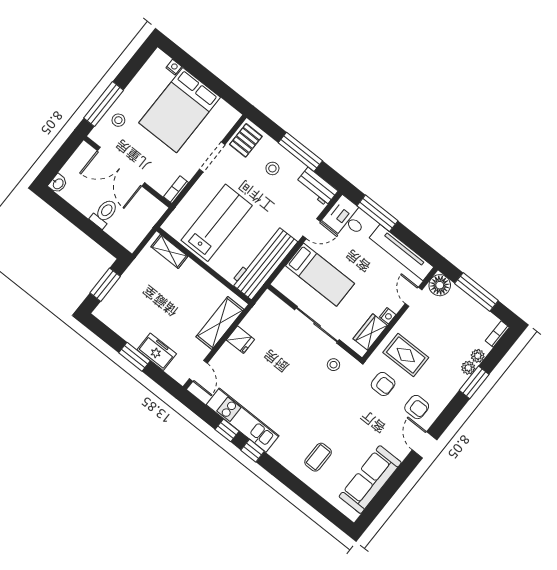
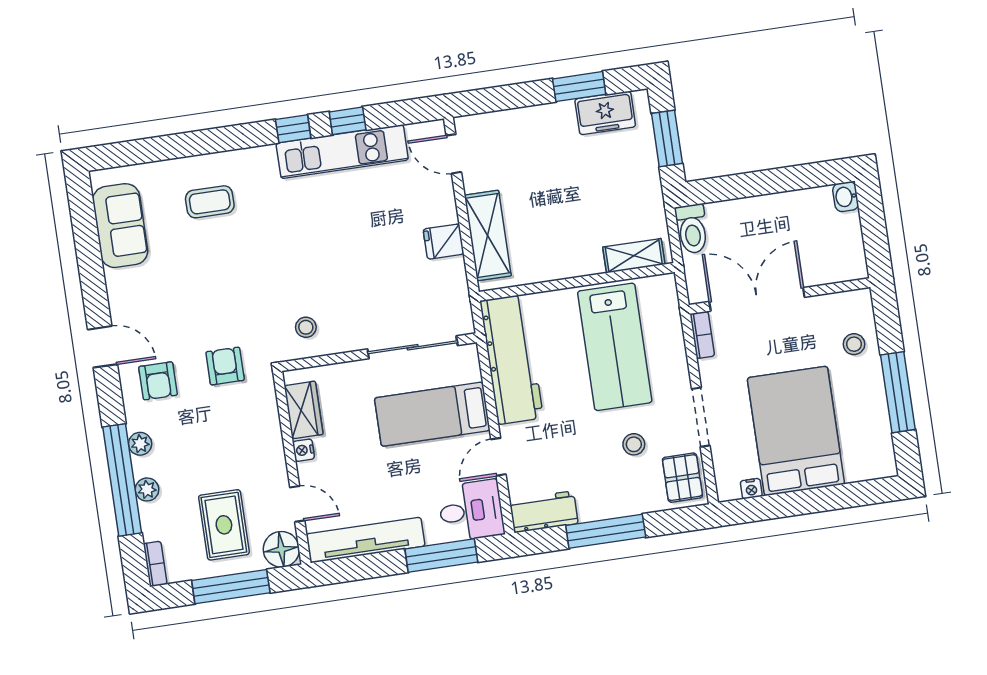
nightstand: (174, 67) -> (751, 489), moved
window: (104, 104) -> (898, 392), moved
double door: (121, 167) -> (757, 299), moved
stool: (272, 168) -> (634, 444), moved
toilet: (104, 213) -> (692, 229), moved
sliding door: (317, 325) -> (413, 347), moved
freezer: (157, 352) -> (605, 113), moved
rug: (406, 355) -> (224, 525), moved, turned 90
plant: (478, 356) -> (140, 444), moved
window: (135, 357) -> (579, 87), moved
window: (474, 382) -> (122, 480), width x2.11
armchair: (383, 384) -> (225, 366), turned 90
armchair: (417, 407) -> (158, 381), turned -90
coffee table: (318, 457) -> (210, 202), turned 90
sofa: (370, 480) -> (120, 226), width x0.73

